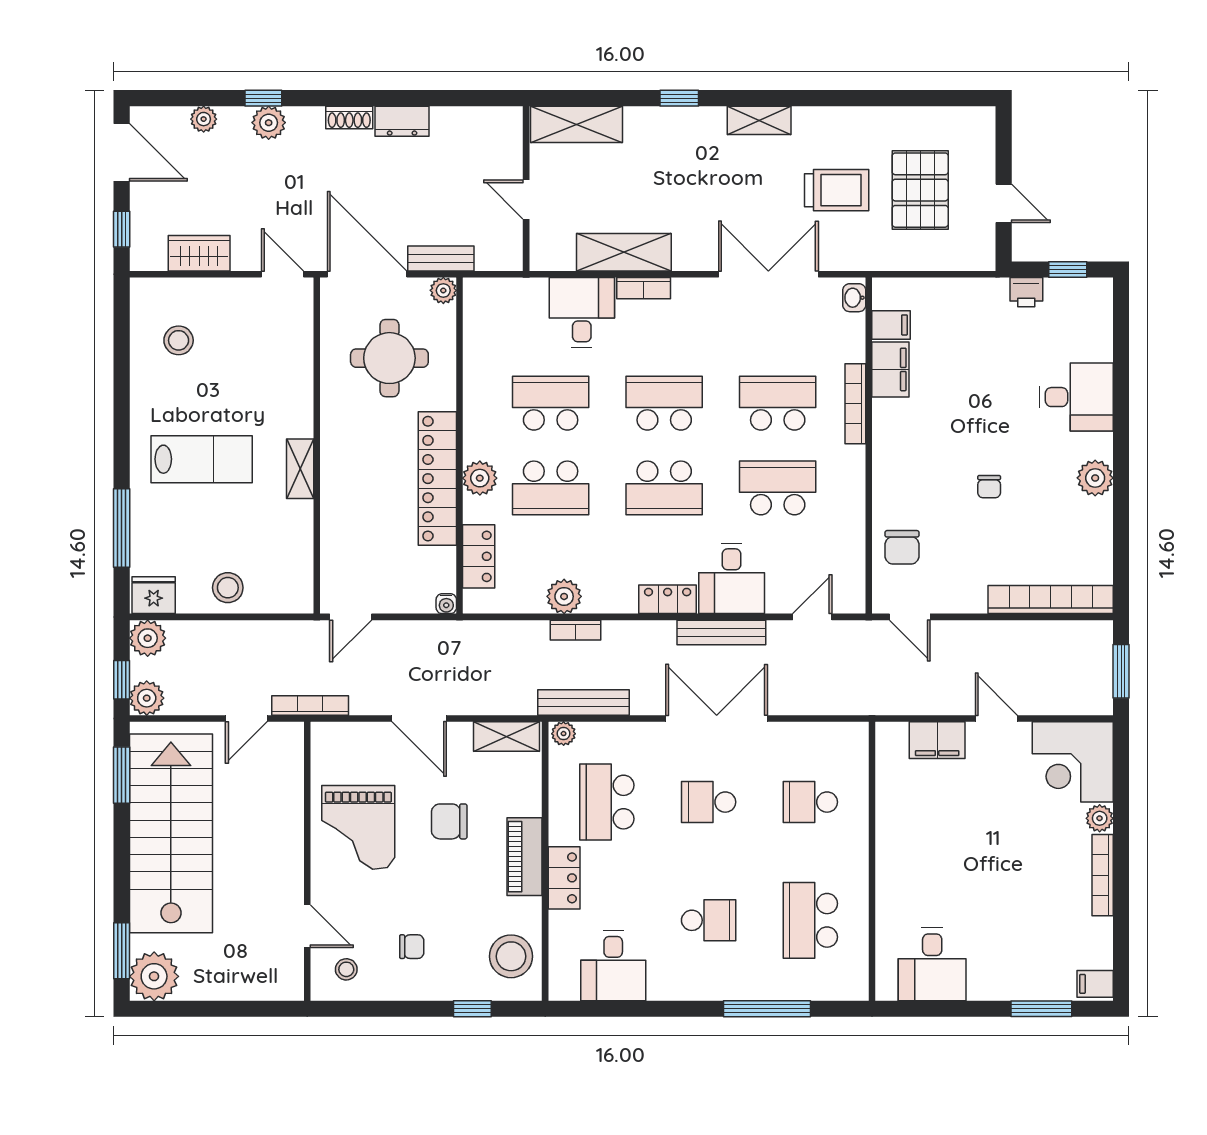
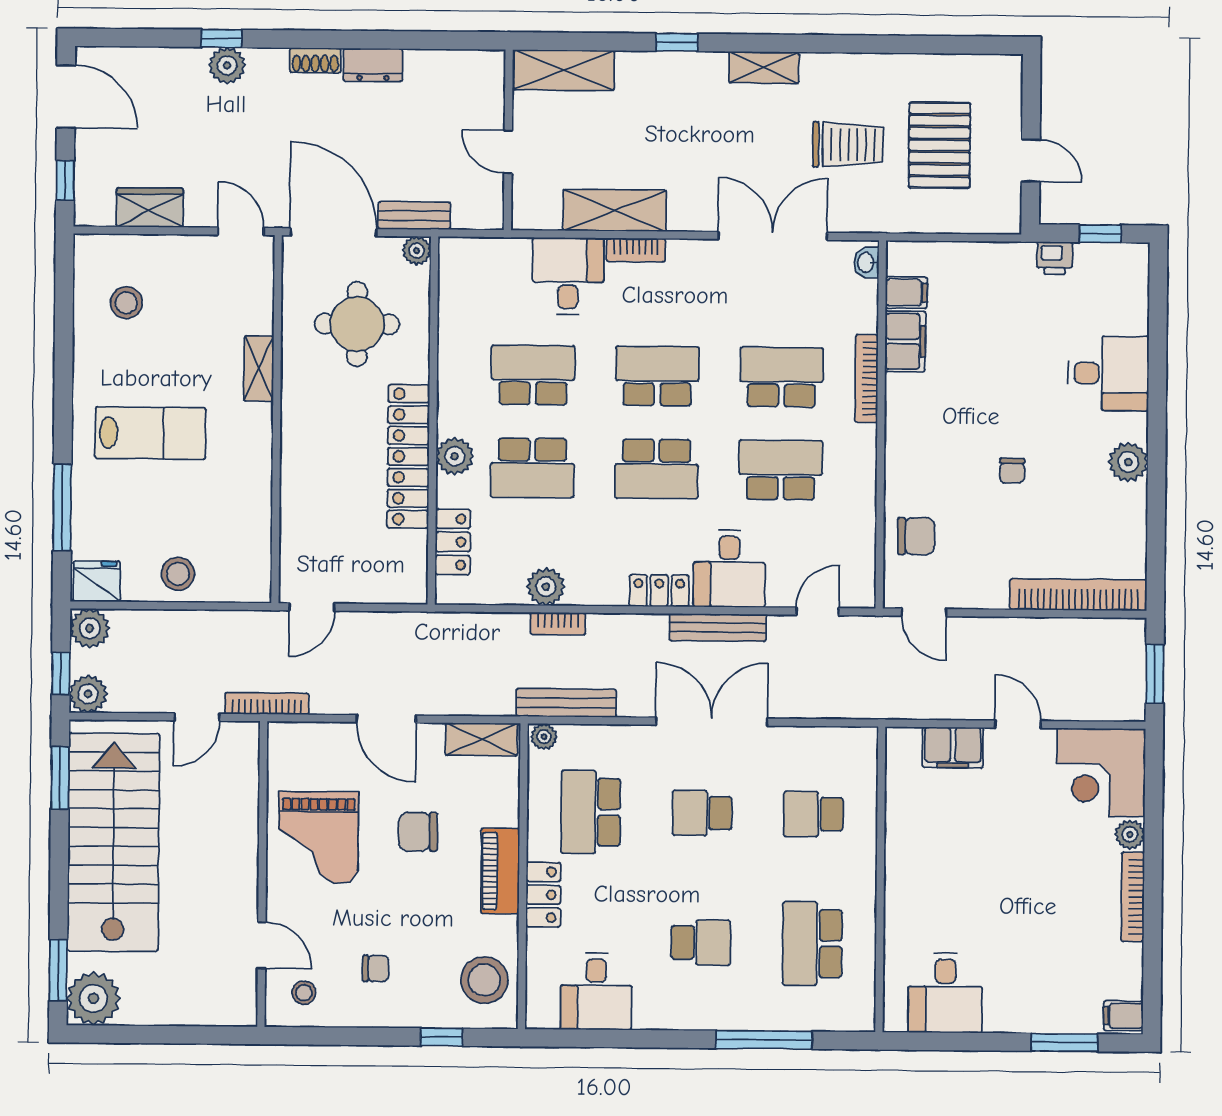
plant: (204, 119) -> (156, 61), removed
shelving: (300, 469) -> (259, 369), moved
chair: (902, 547) -> (916, 536), turned -90
water cooler: (446, 604) -> (417, 593), removed

